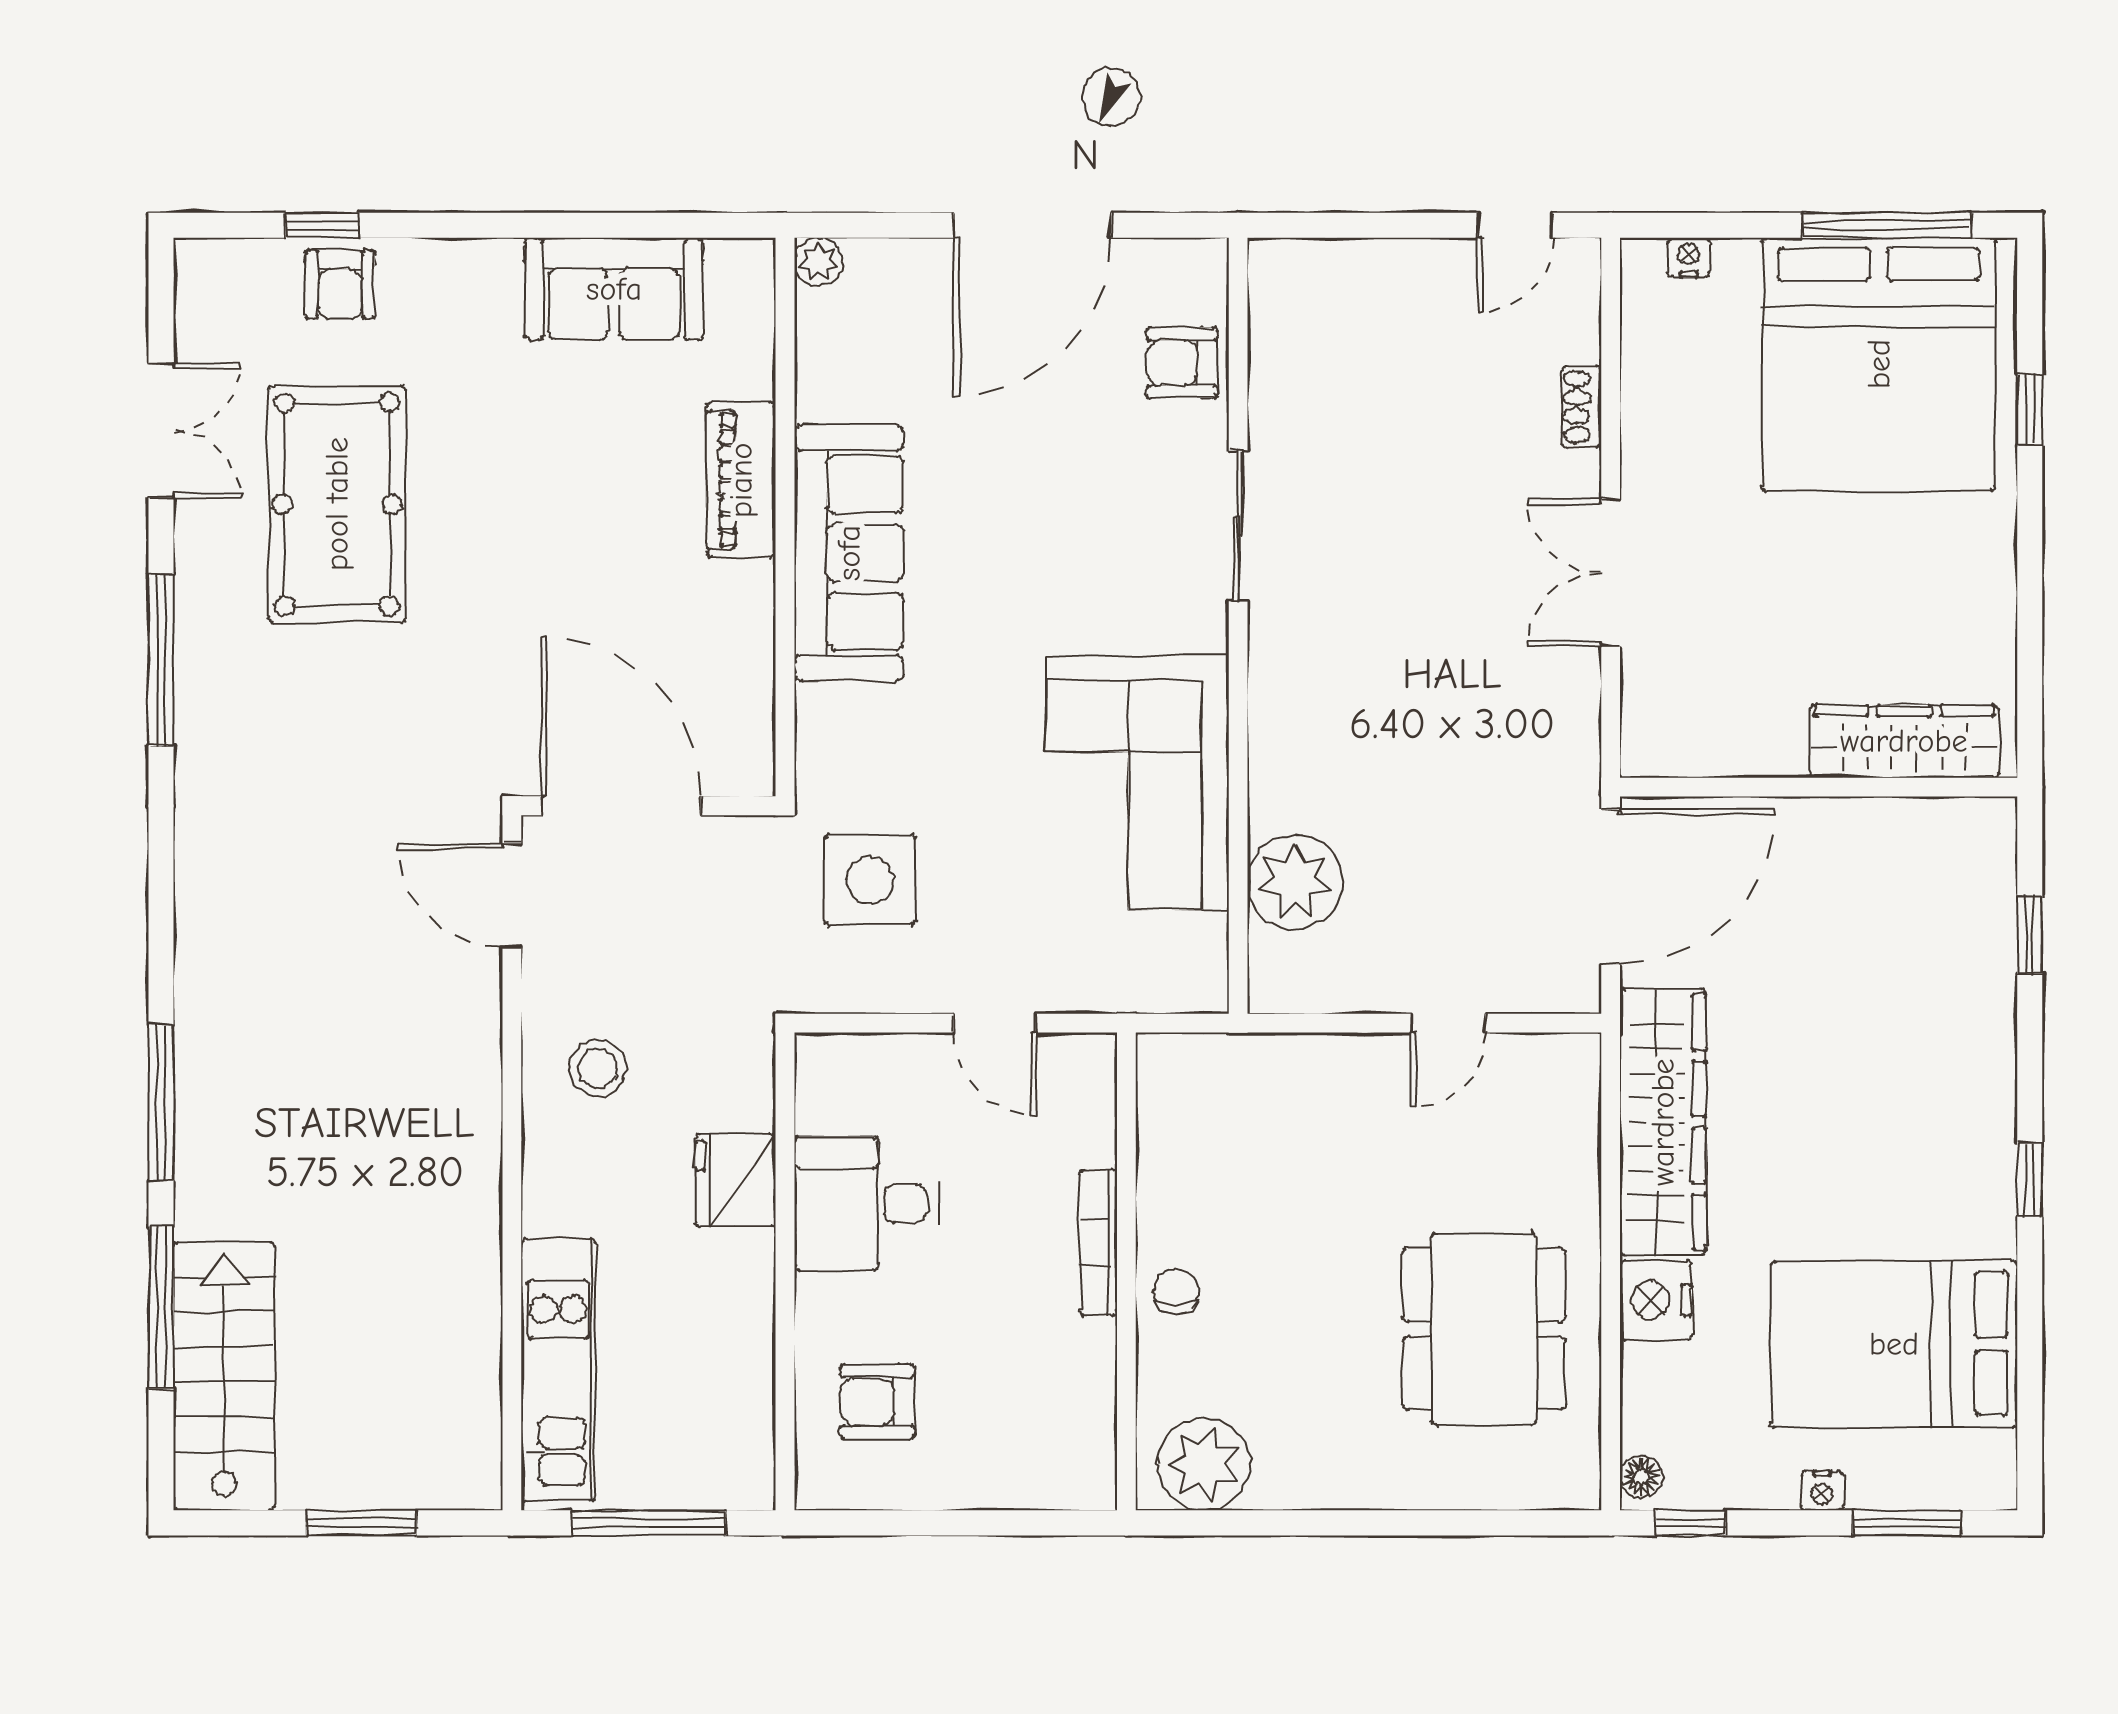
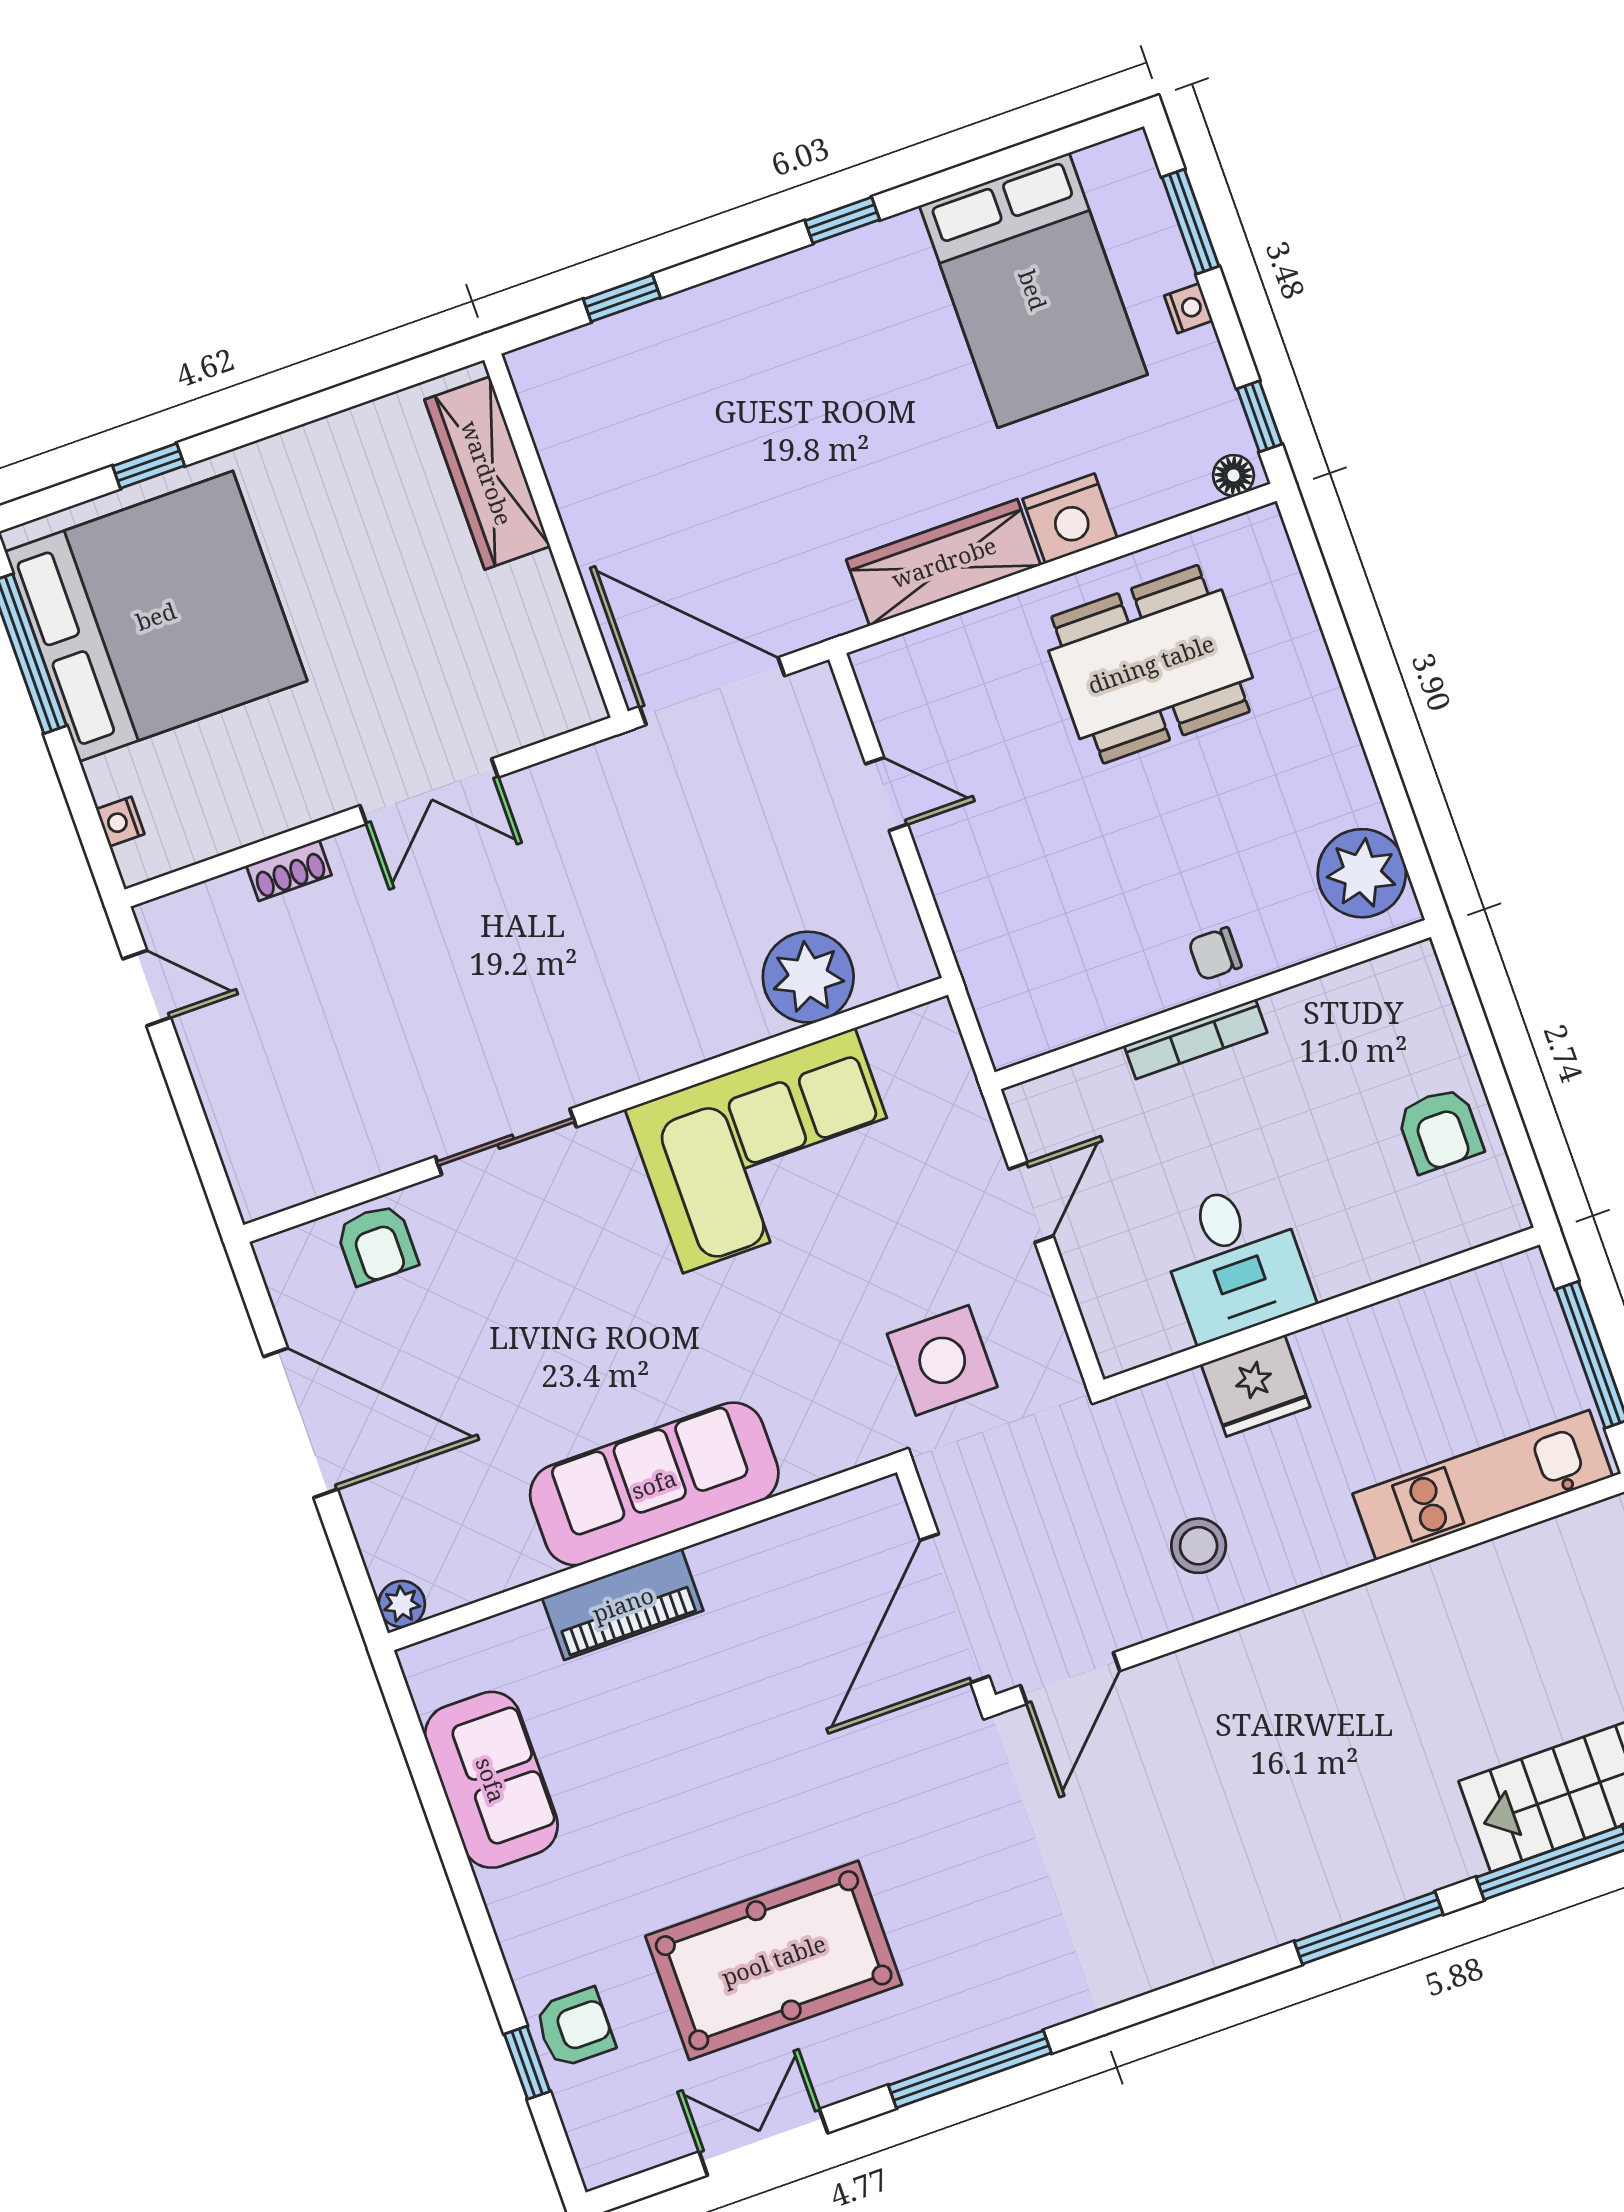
wardrobe: (1663, 1122) -> (944, 562), width x0.71, depth x0.85
armchair: (877, 1402) -> (1440, 1130), moved

